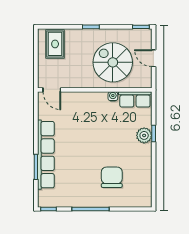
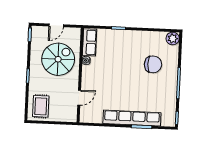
rug: (55, 44) -> (41, 106), turned 90
spiral stairs: (113, 62) -> (58, 59), turned 180
door: (52, 90) -> (79, 98), moved
plant: (144, 135) -> (173, 38), moved
chair: (112, 177) -> (153, 64), turned 180

